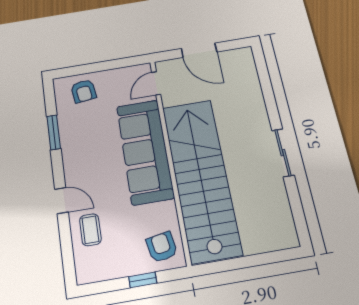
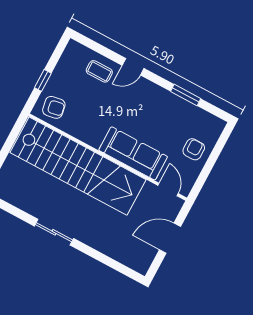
armchair: (84, 91) -> (194, 149), moved, turned 97
sofa: (145, 151) -> (133, 153), width x0.74, depth x0.79

